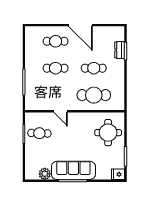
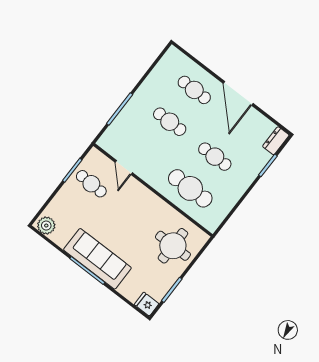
dresser: (120, 50) -> (276, 141), moved
door: (61, 111) -> (124, 167), moved
plant: (45, 174) -> (46, 226), moved

